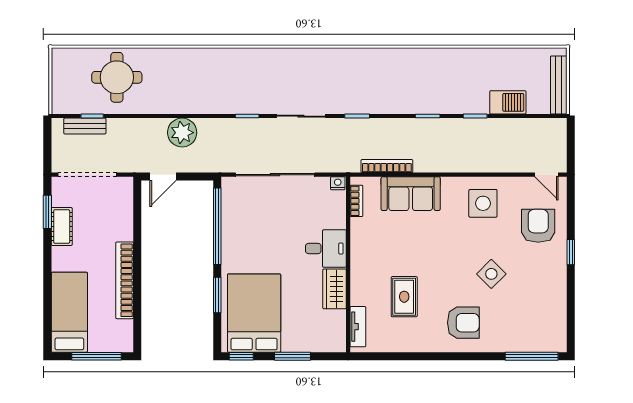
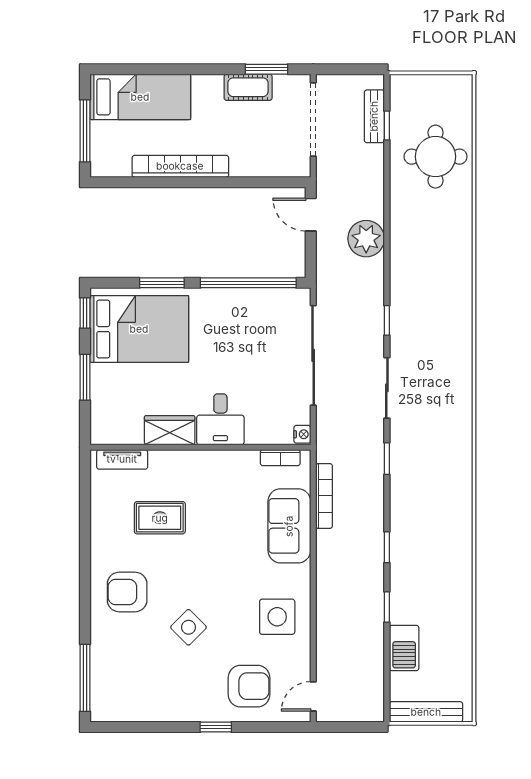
armchair: (463, 323) -> (127, 592), turned 90

